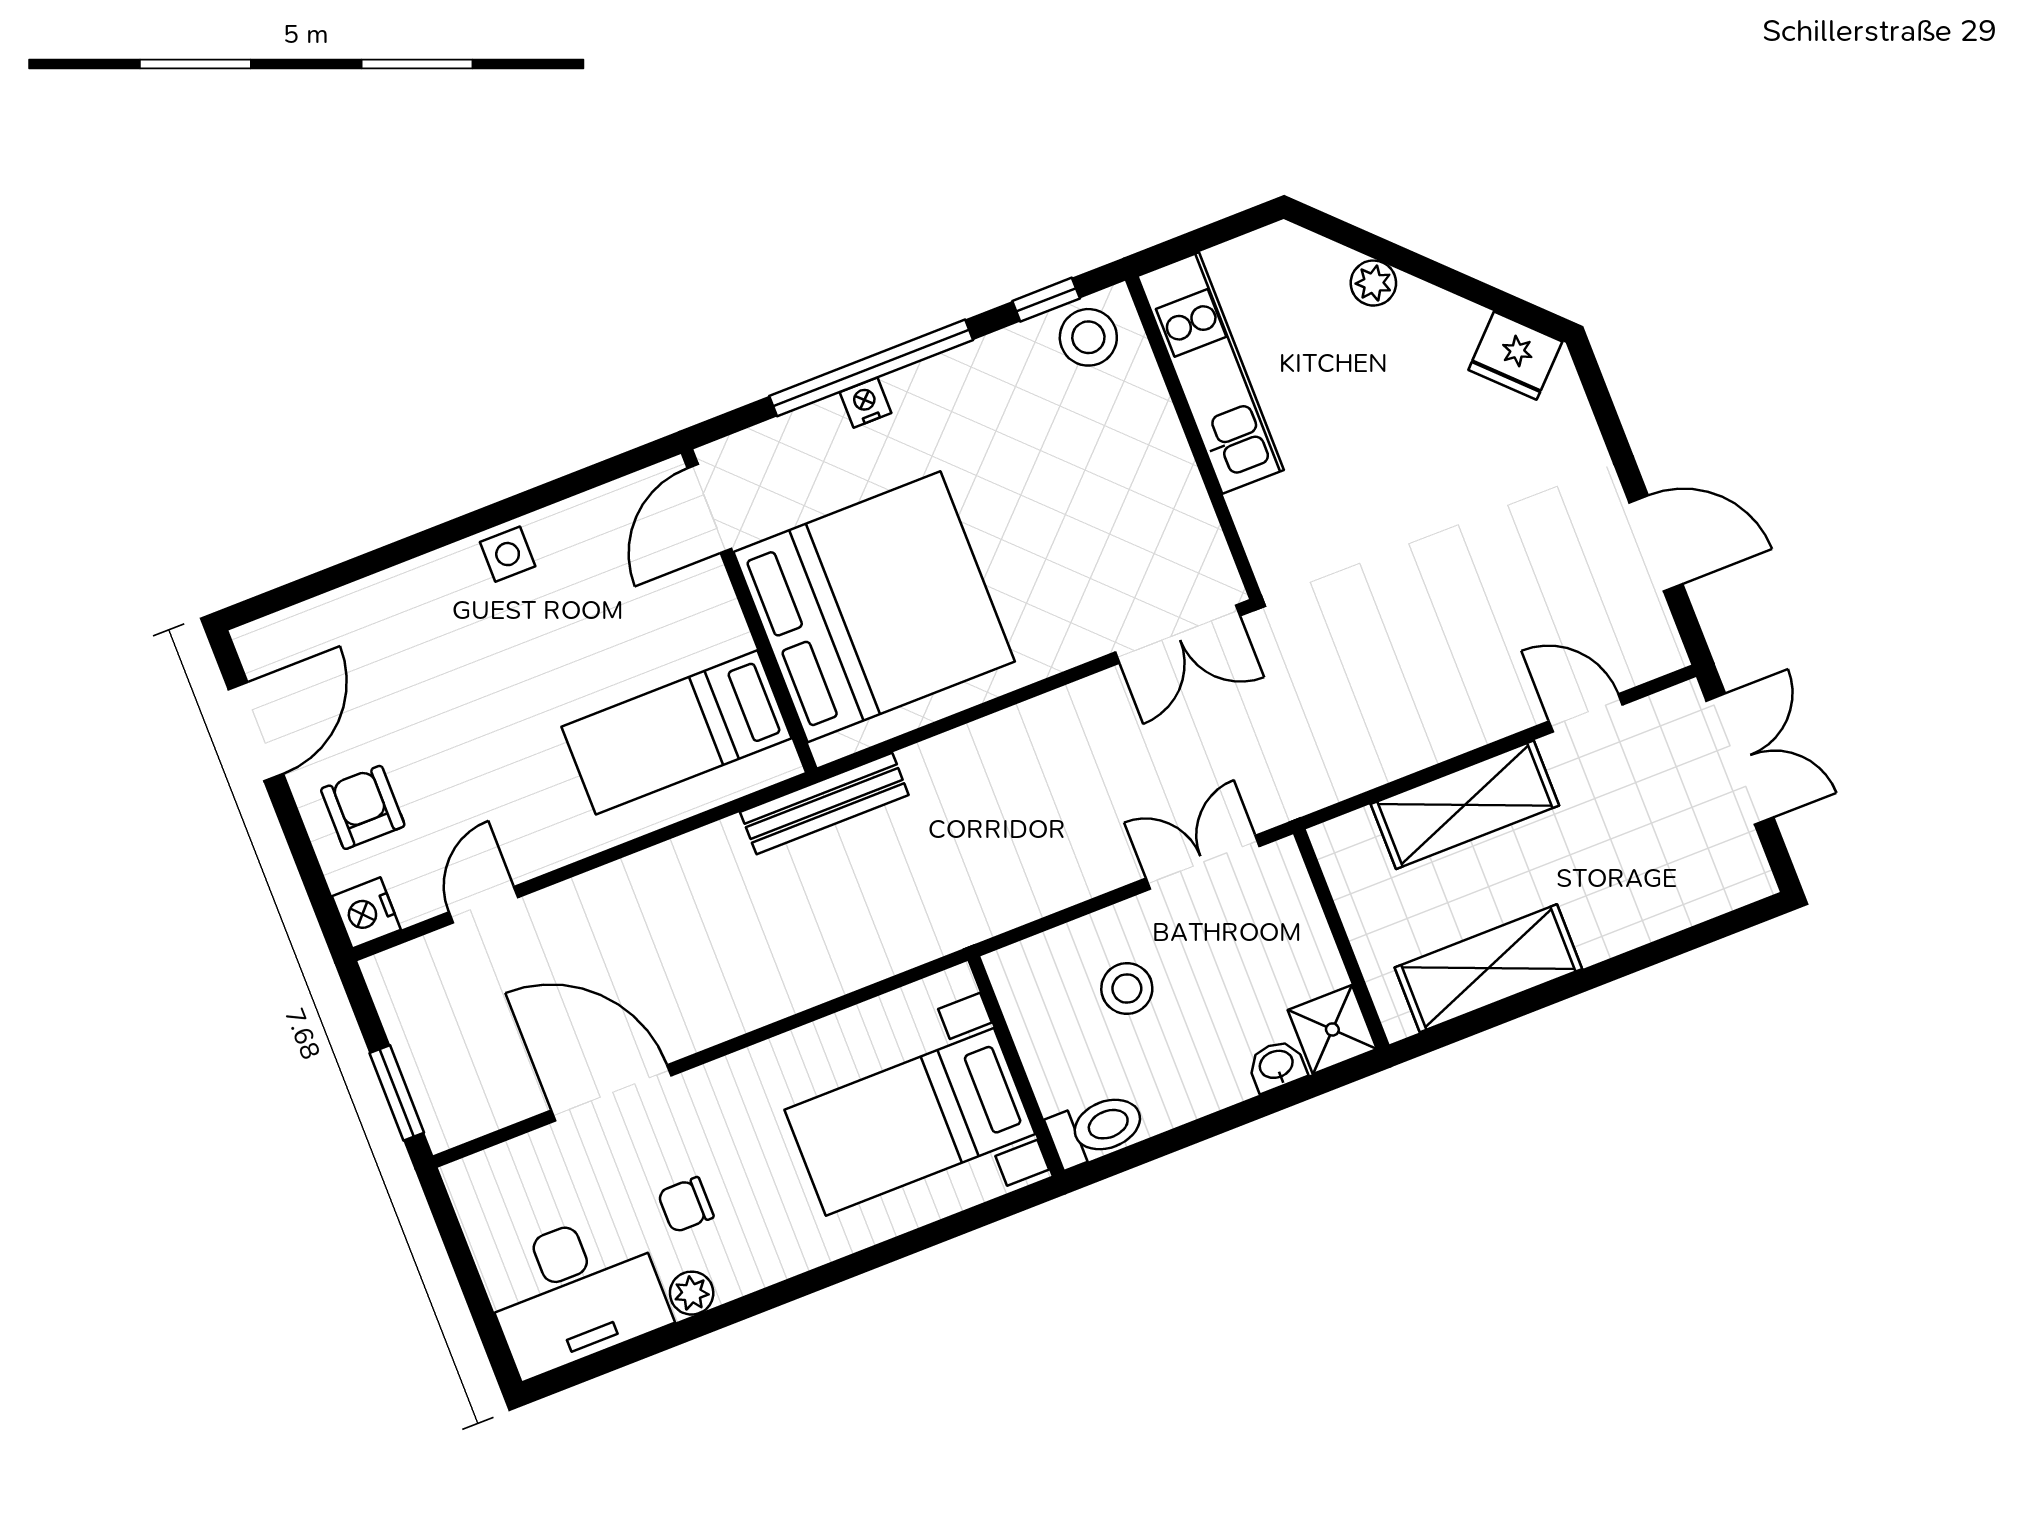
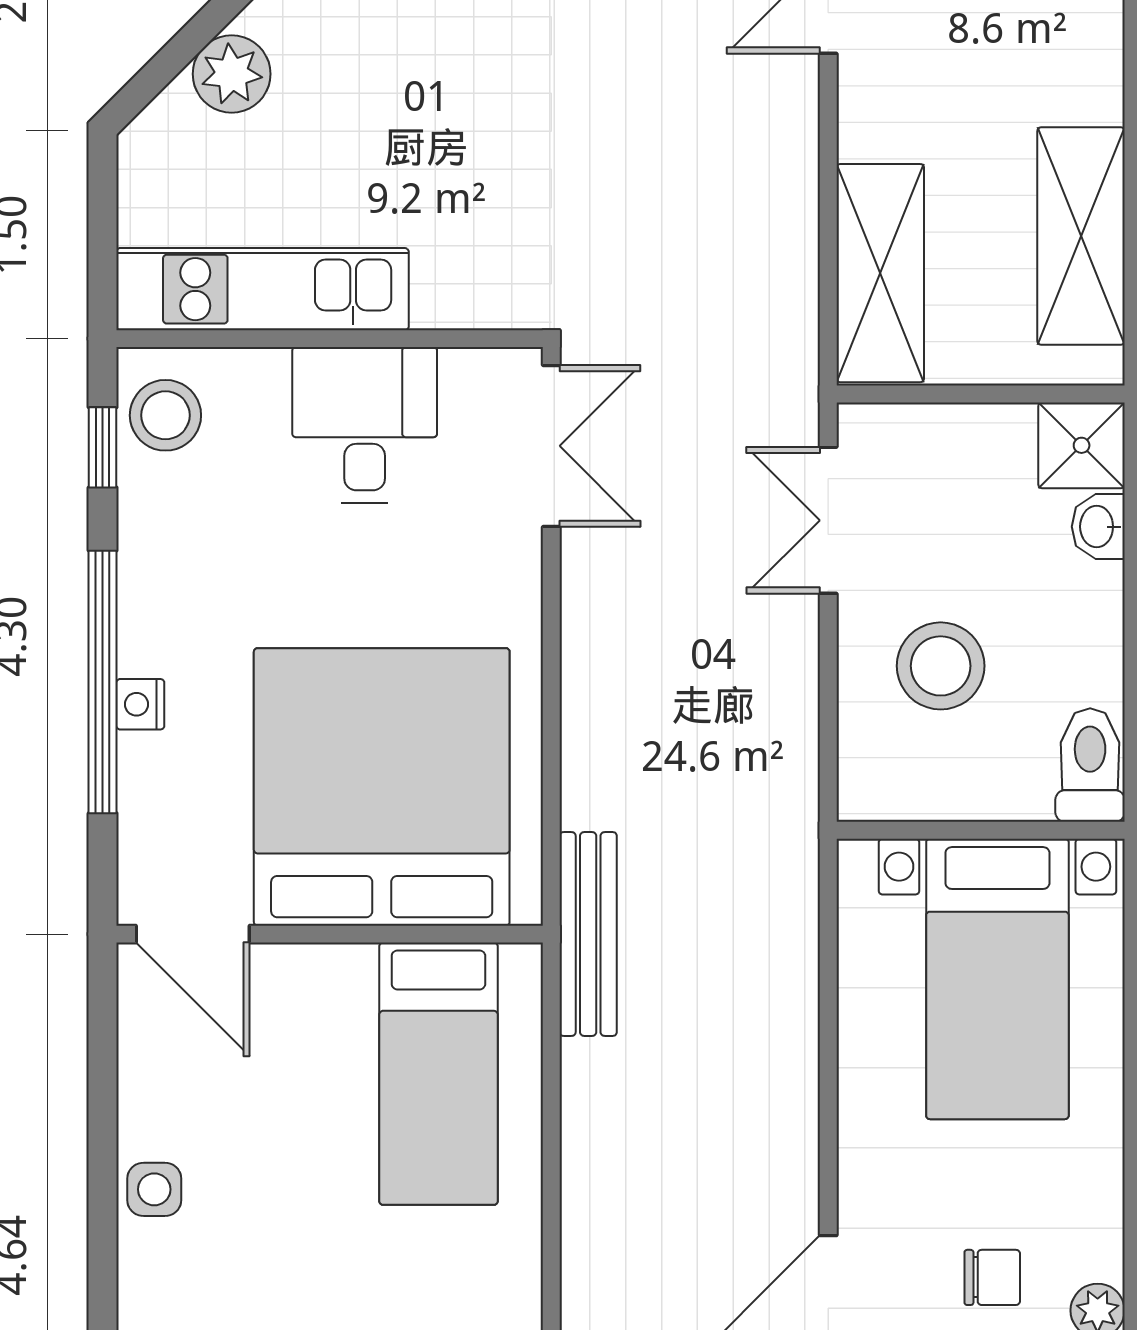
plant: (1373, 283) -> (232, 74), width x1.38, depth x1.38
desk: (1139, 489) -> (365, 425), added
shelving: (1465, 805) -> (880, 273), moved
stool: (1127, 988) -> (941, 666), width x1.38, depth x1.38
chair: (686, 1205) -> (992, 1277), turned -90

